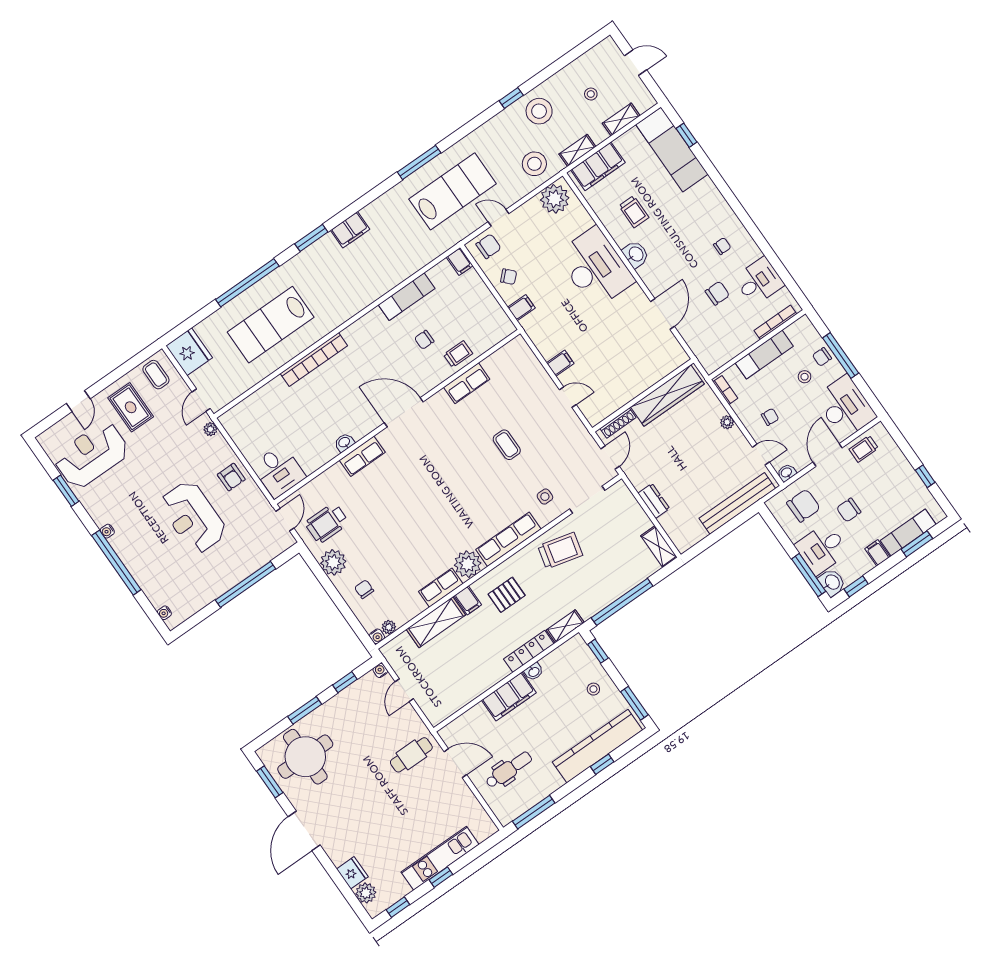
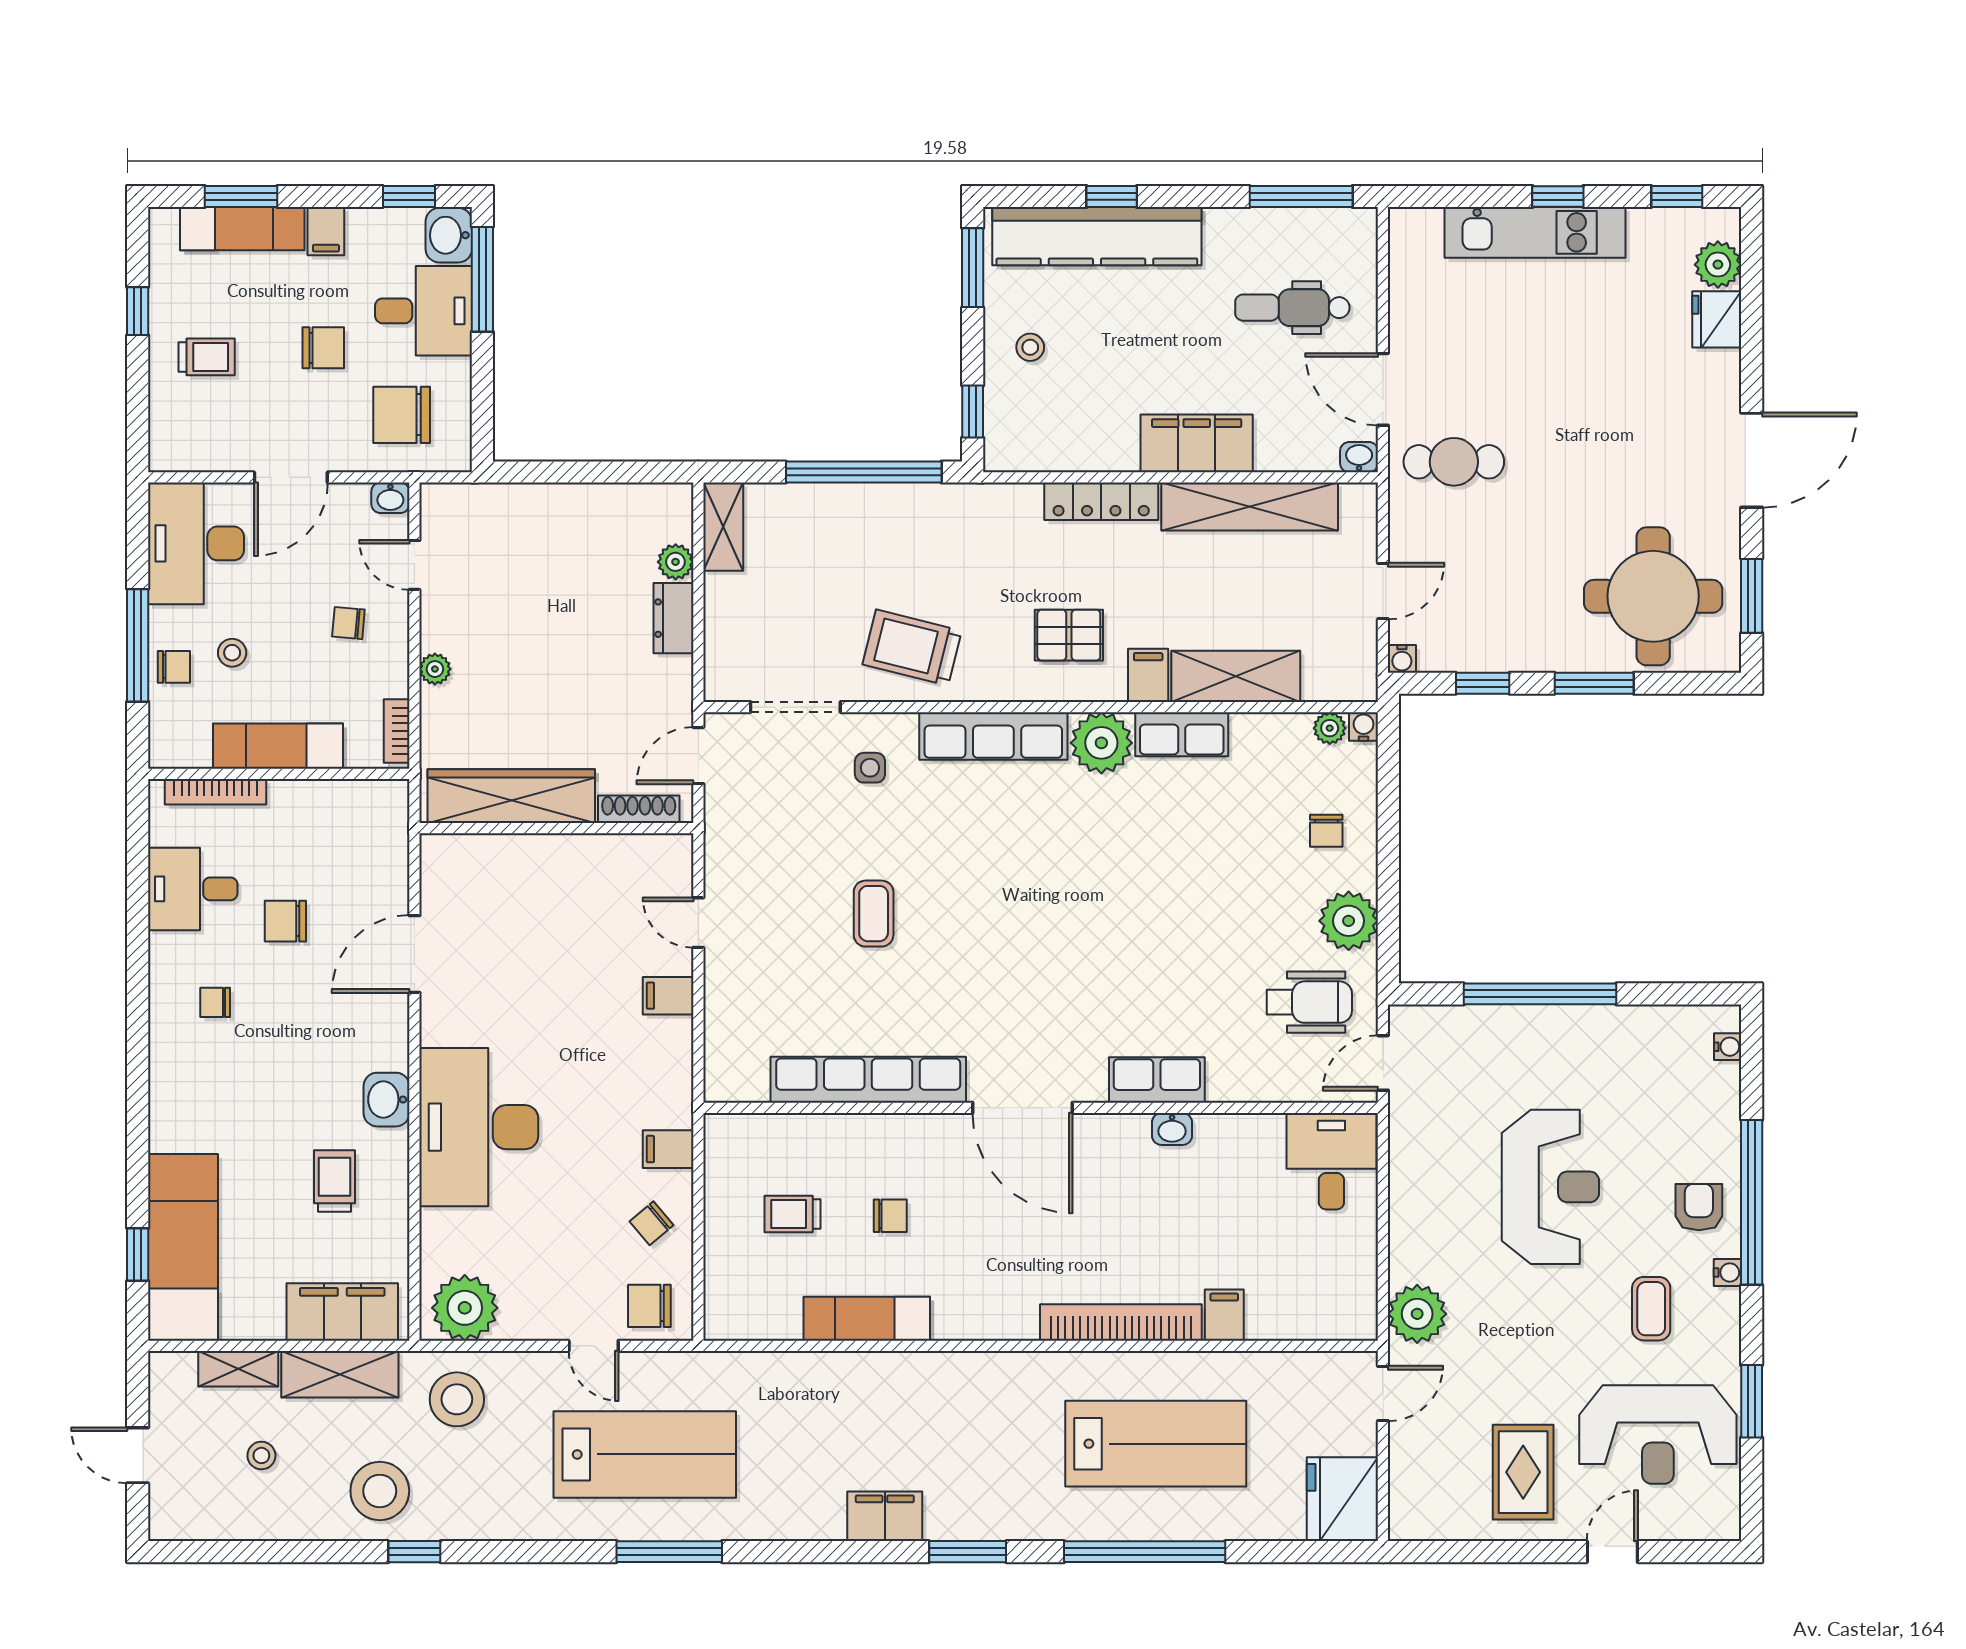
shelving: (577, 150) -> (340, 1374), width x1.50, depth x1.33
lab bench: (453, 191) -> (645, 1454), turned 180
filing cabinet: (460, 261) -> (1224, 1315), moved
chair: (509, 277) -> (651, 1223), turned -86
trolley: (458, 354) -> (792, 1214), moved
coffee table: (156, 375) -> (1651, 1309), moved
row of seats: (467, 383) -> (868, 1080), width x2.02
plant: (210, 429) -> (1417, 1314), width x1.88, depth x1.88
trolley: (864, 449) -> (207, 357), moved
armchair: (231, 477) -> (1699, 1207), moved
bench: (737, 503) -> (522, 505), removed
plant: (667, 522) -> (676, 562), added
shelving: (565, 626) -> (1250, 506), moved, width x2.20, depth x1.33
washbasin: (534, 672) -> (1359, 457), moved

